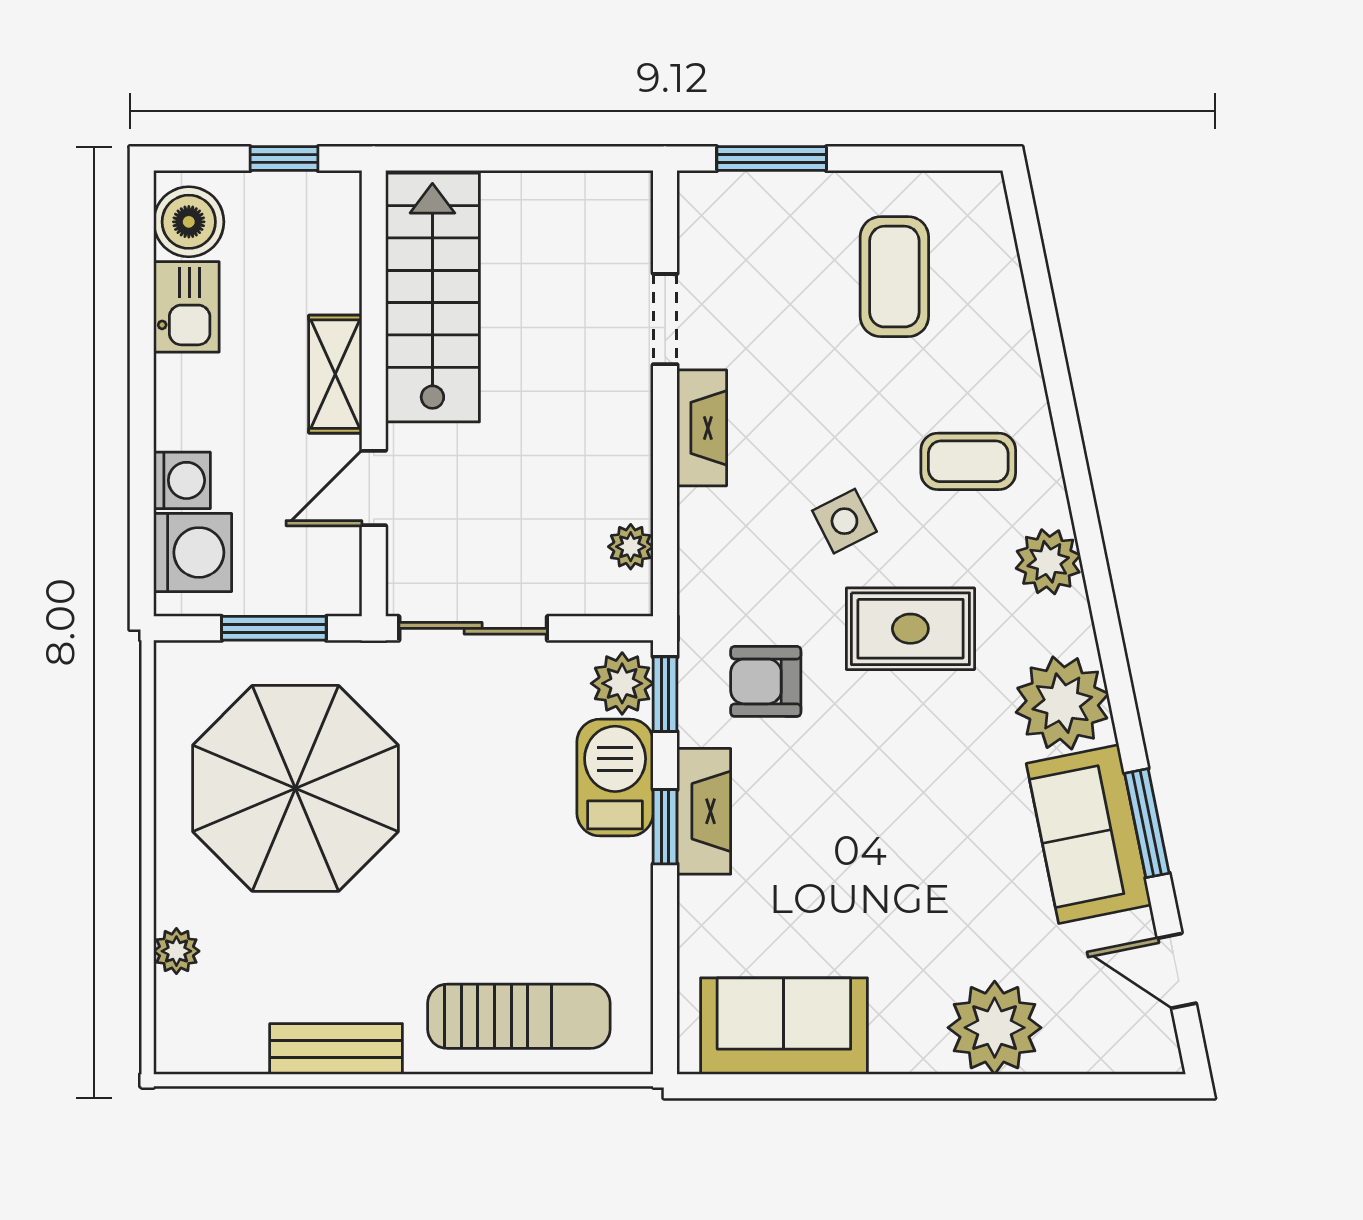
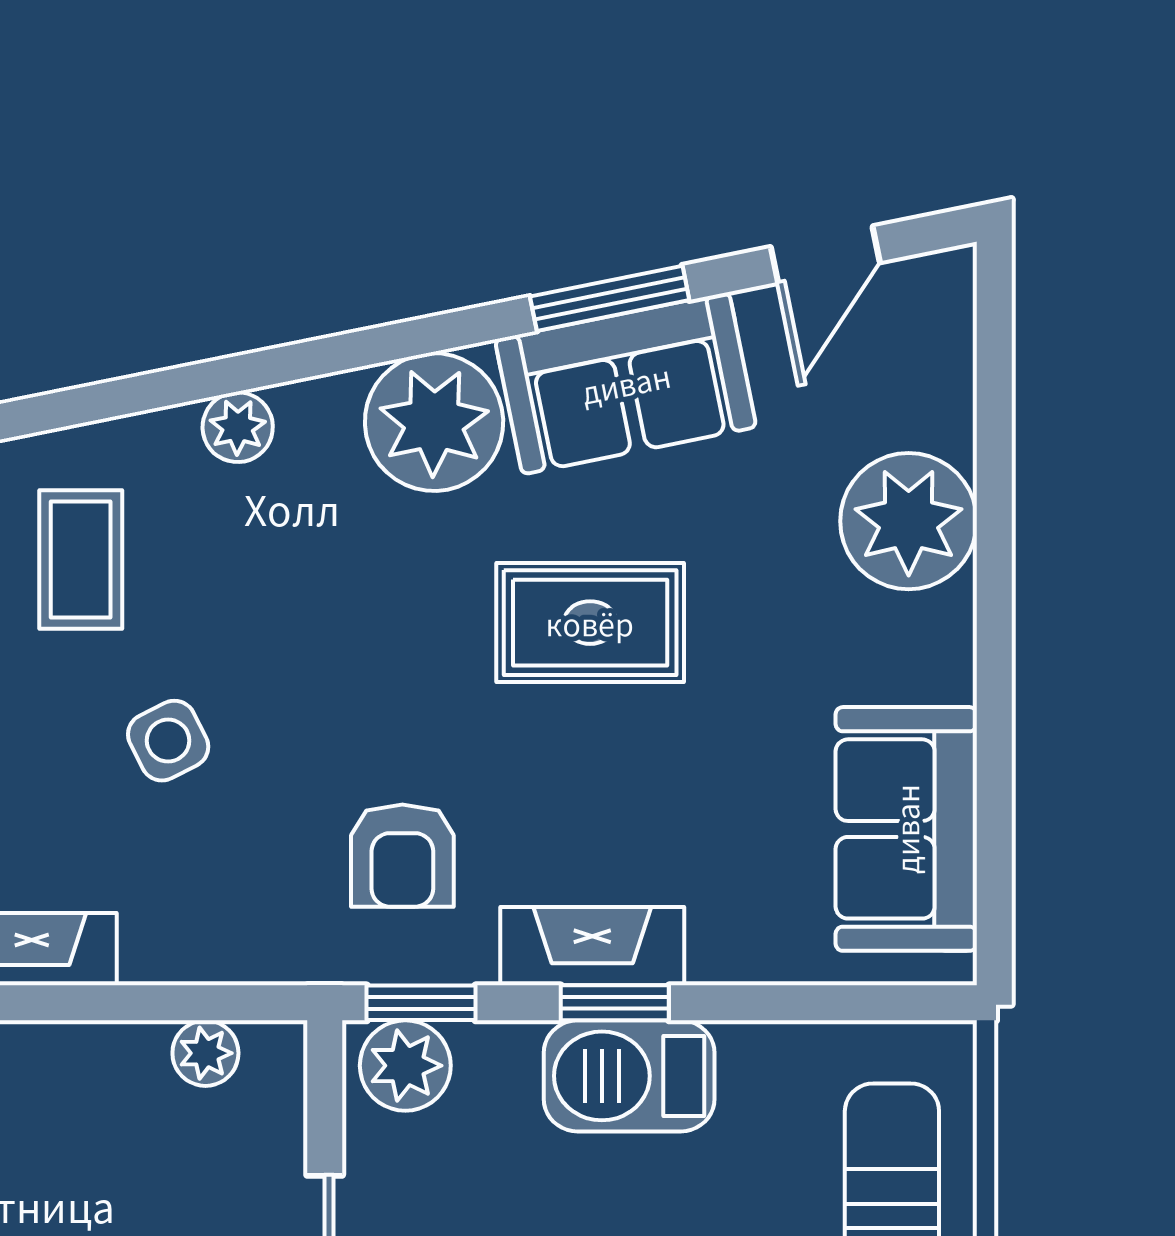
plant: (1048, 562) -> (238, 427), width x0.73, depth x0.73
rug: (910, 629) -> (590, 623), moved, turned 90
barbecue: (615, 778) -> (629, 1076), moved

